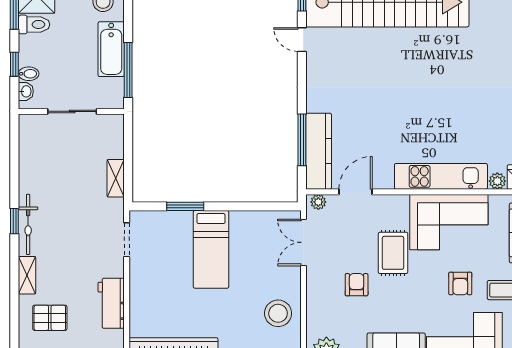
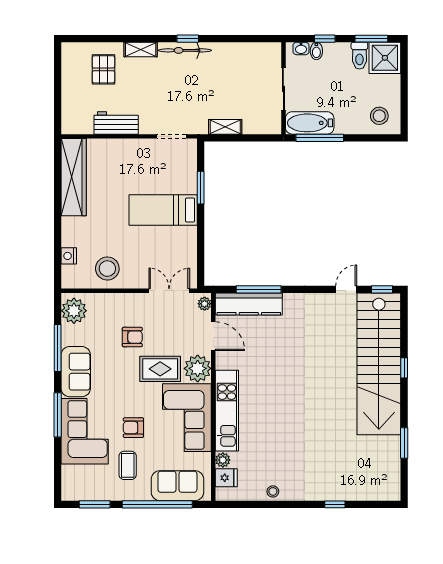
bathtub: (111, 49) -> (310, 123), moved
plant: (393, 210) -> (198, 368), added

